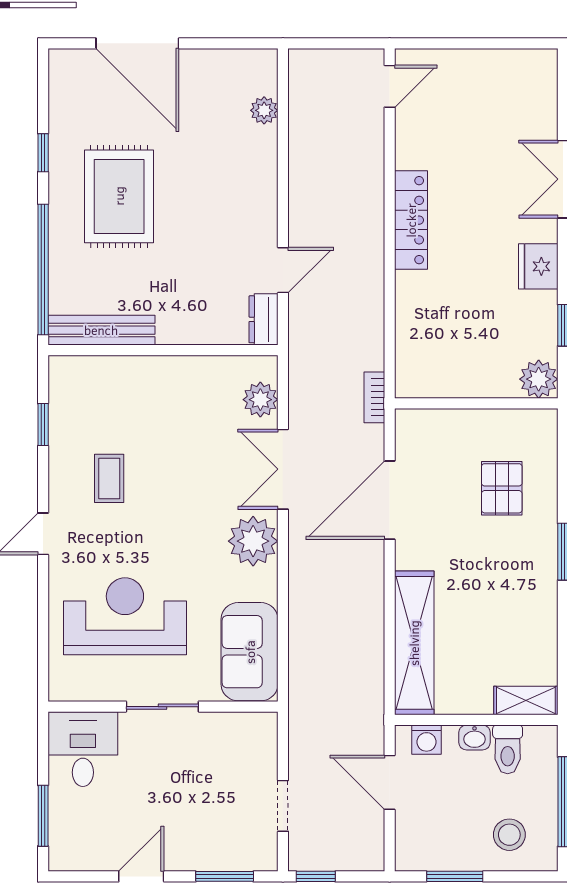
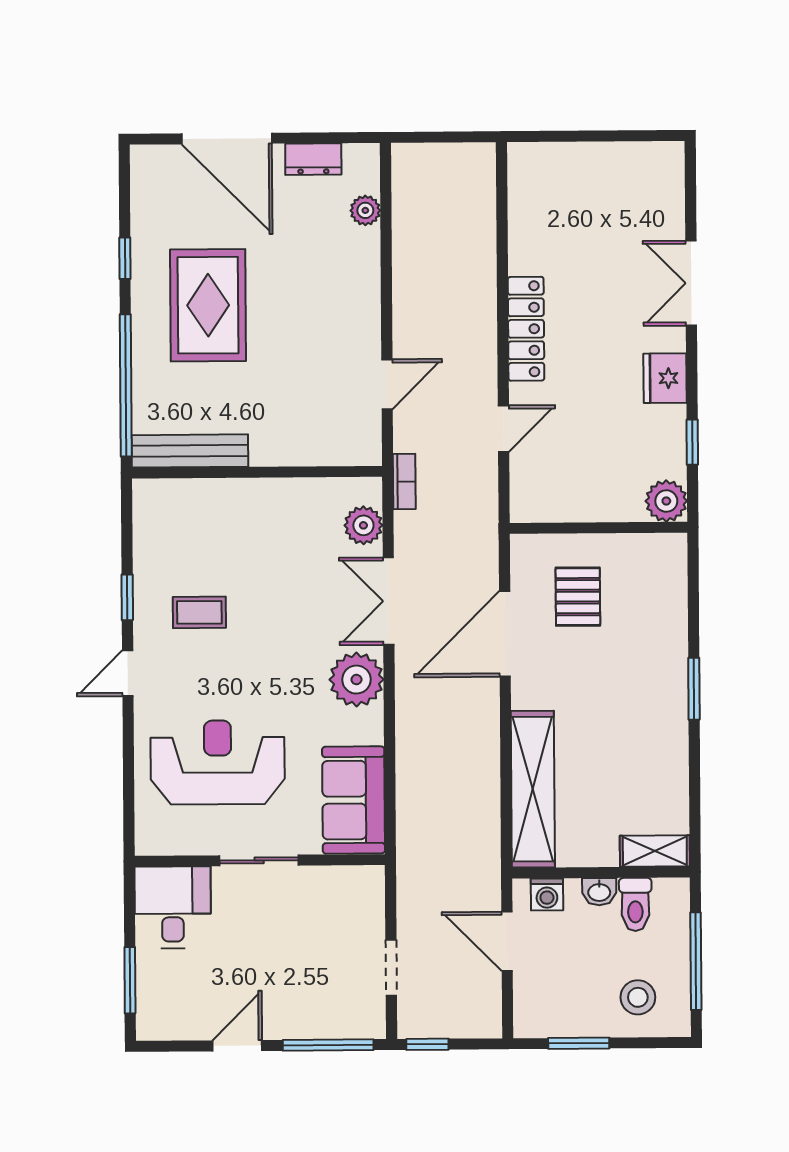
door: (390, 86) -> (503, 429), moved
dresser: (264, 319) -> (313, 159), moved, turned -90
bookcase: (374, 397) -> (404, 482), moved, turned 180
window: (43, 425) -> (127, 597), moved
coffee table: (109, 478) -> (199, 612), turned 90
pallet: (502, 488) -> (578, 597), moved
window: (225, 876) -> (328, 1045), width x1.44

